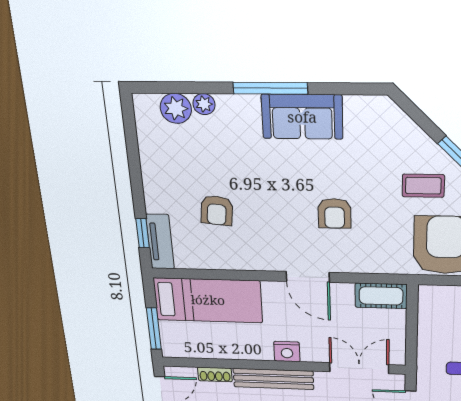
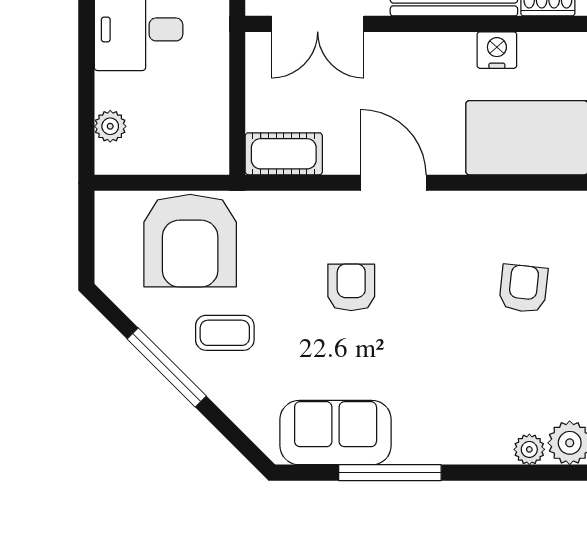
window: (270, 88) -> (390, 473), moved
sofa: (302, 117) -> (336, 433), moved
nightstand: (287, 352) -> (497, 50), moved

